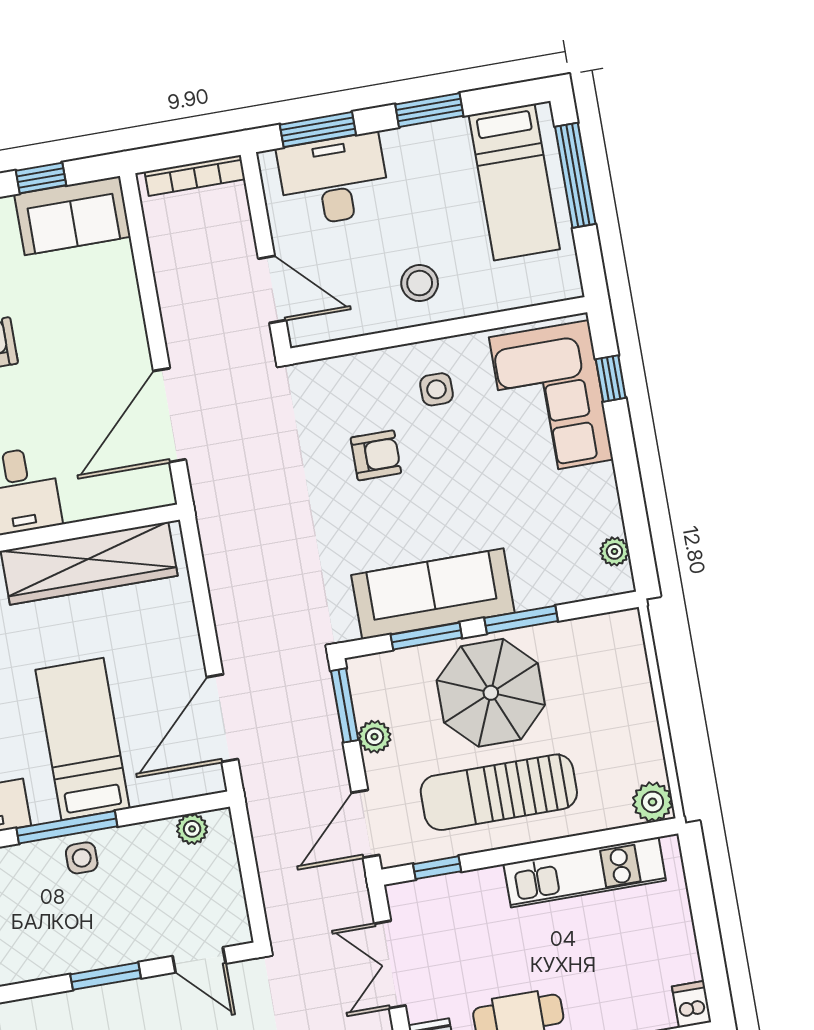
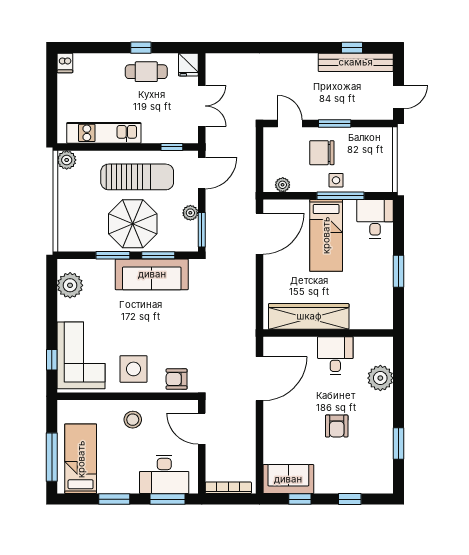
side table: (436, 389) -> (133, 369), width x1.87, depth x1.87
armchair: (376, 455) -> (177, 379), moved
plant: (614, 551) -> (70, 285), width x1.88, depth x1.88
chair: (121, 910) -> (322, 153), added

